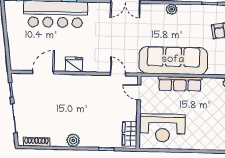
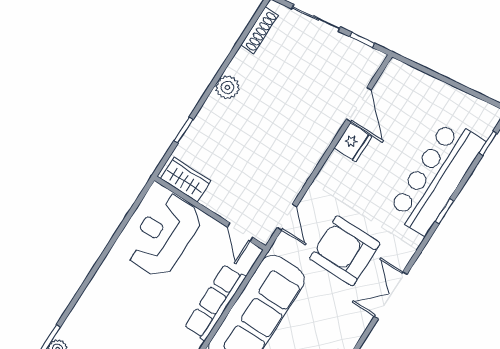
armchair: (117, 37) -> (345, 251), added
fridge: (74, 65) -> (353, 142), moved
door: (118, 74) -> (287, 217), hinge flipped
door: (139, 92) -> (240, 232), swing flipped

